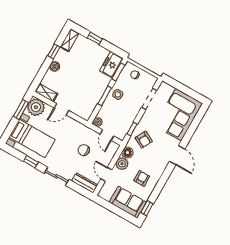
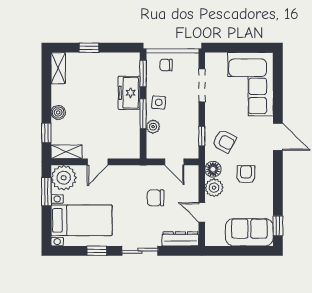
window: (54, 51) -> (46, 133), moved
freezer: (111, 65) -> (129, 93), moved
plant: (98, 122) -> (153, 127), moved
armchair: (142, 178) -> (246, 174), moved

